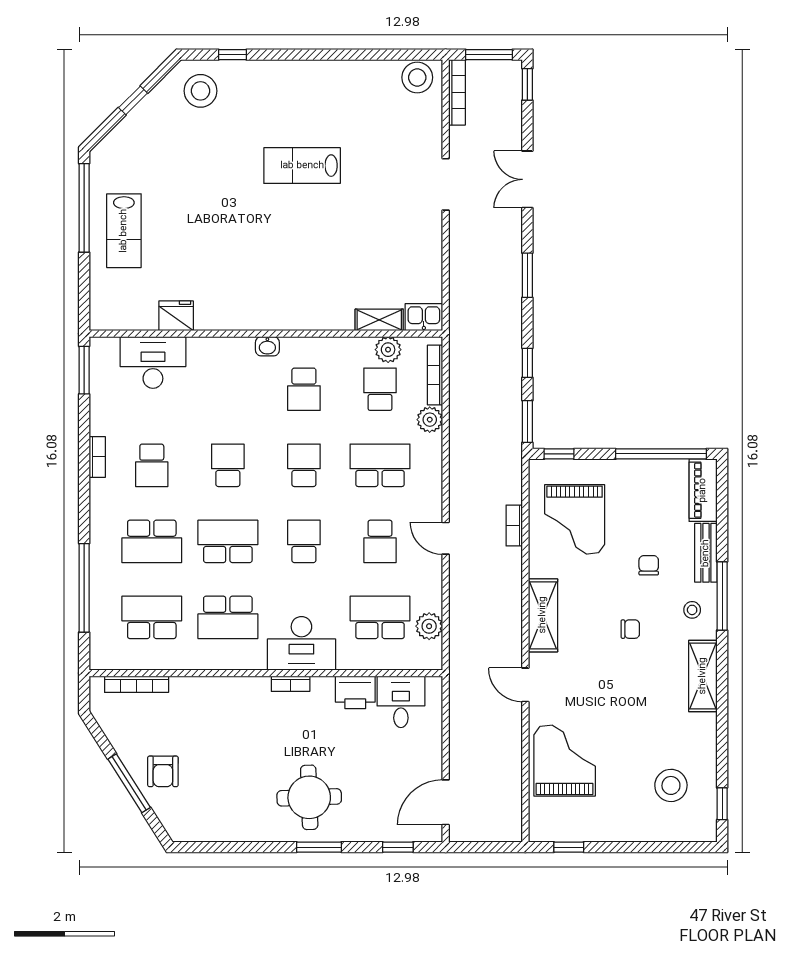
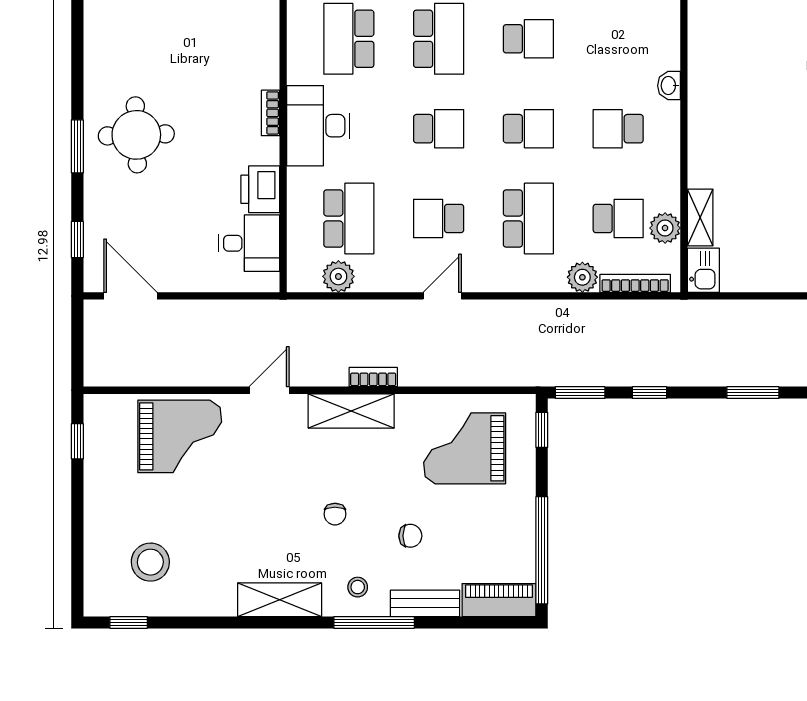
bookcase: (514, 525) -> (373, 377), moved

